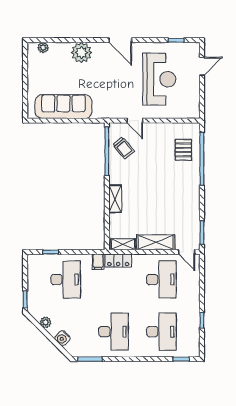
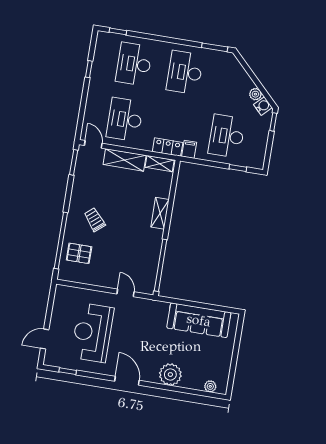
trolley: (123, 148) -> (95, 220), moved
pallet: (183, 150) -> (79, 253), turned 90
water cooler: (63, 338) -> (263, 106), moved

